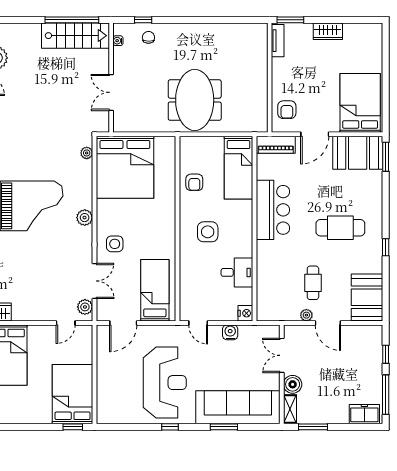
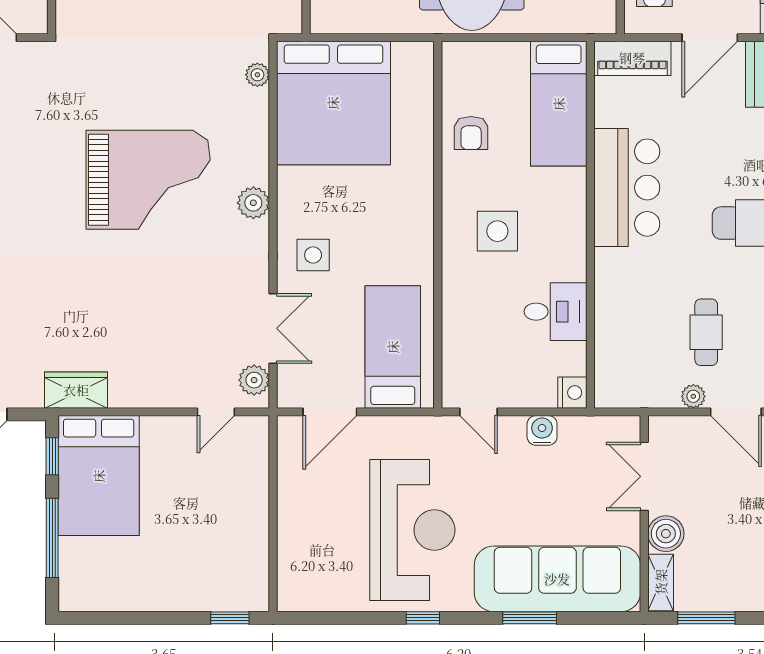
bed: (73, 394) -> (230, 553), removed

